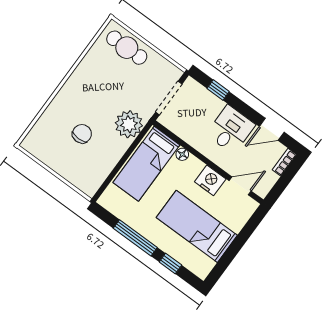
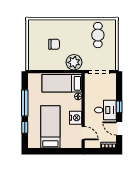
cafe table: (127, 48) -> (98, 35), moved
window: (218, 90) -> (119, 107), moved

